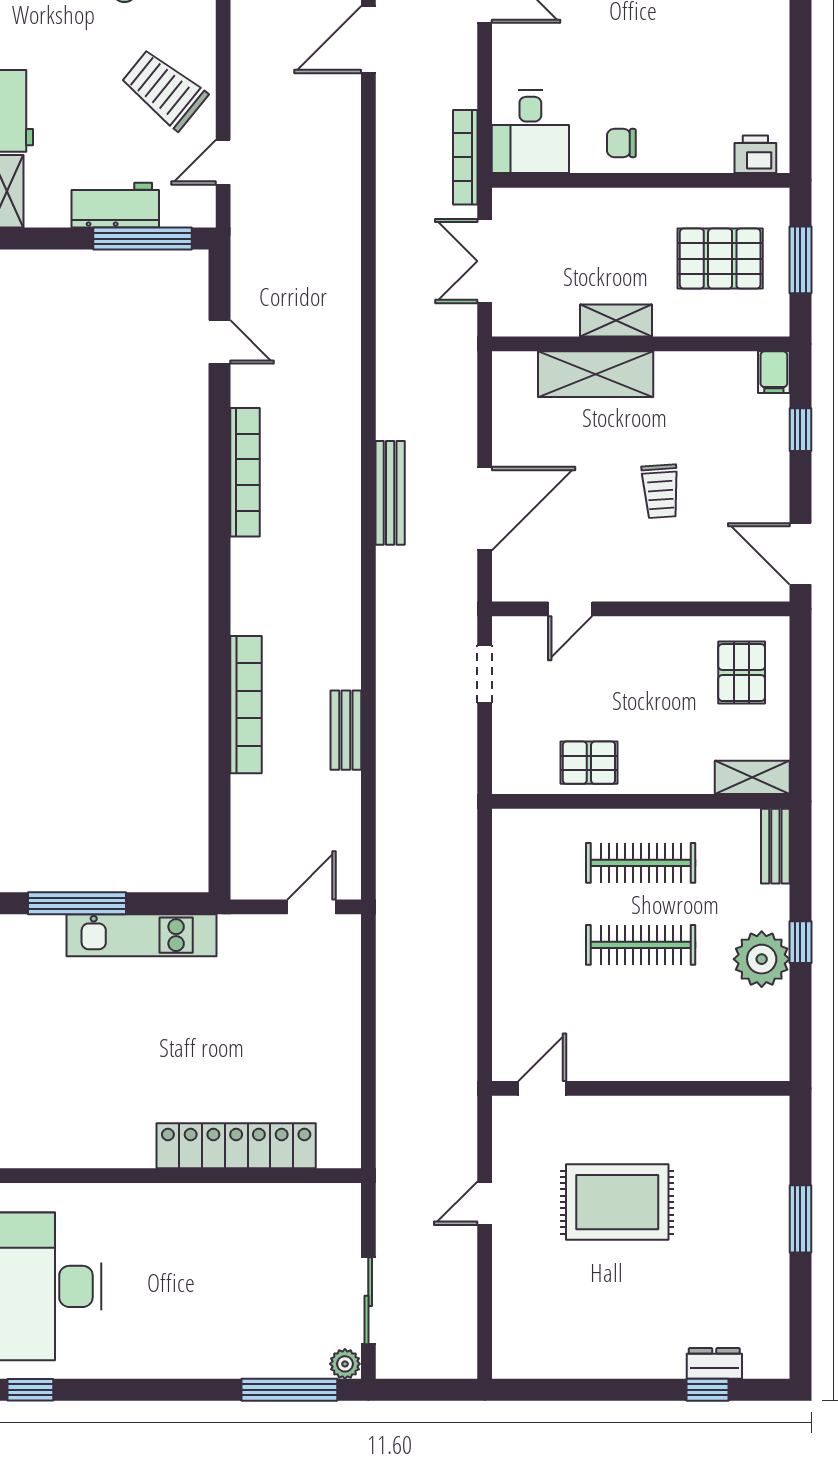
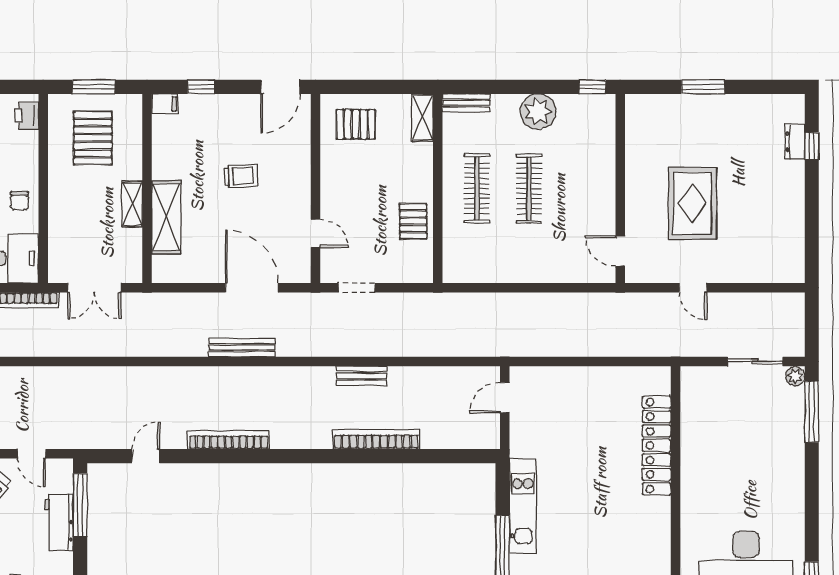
bench: (346, 730) -> (362, 376), moved
door: (312, 907) -> (505, 398), hinge flipped
window: (800, 942) -> (592, 87), moved

